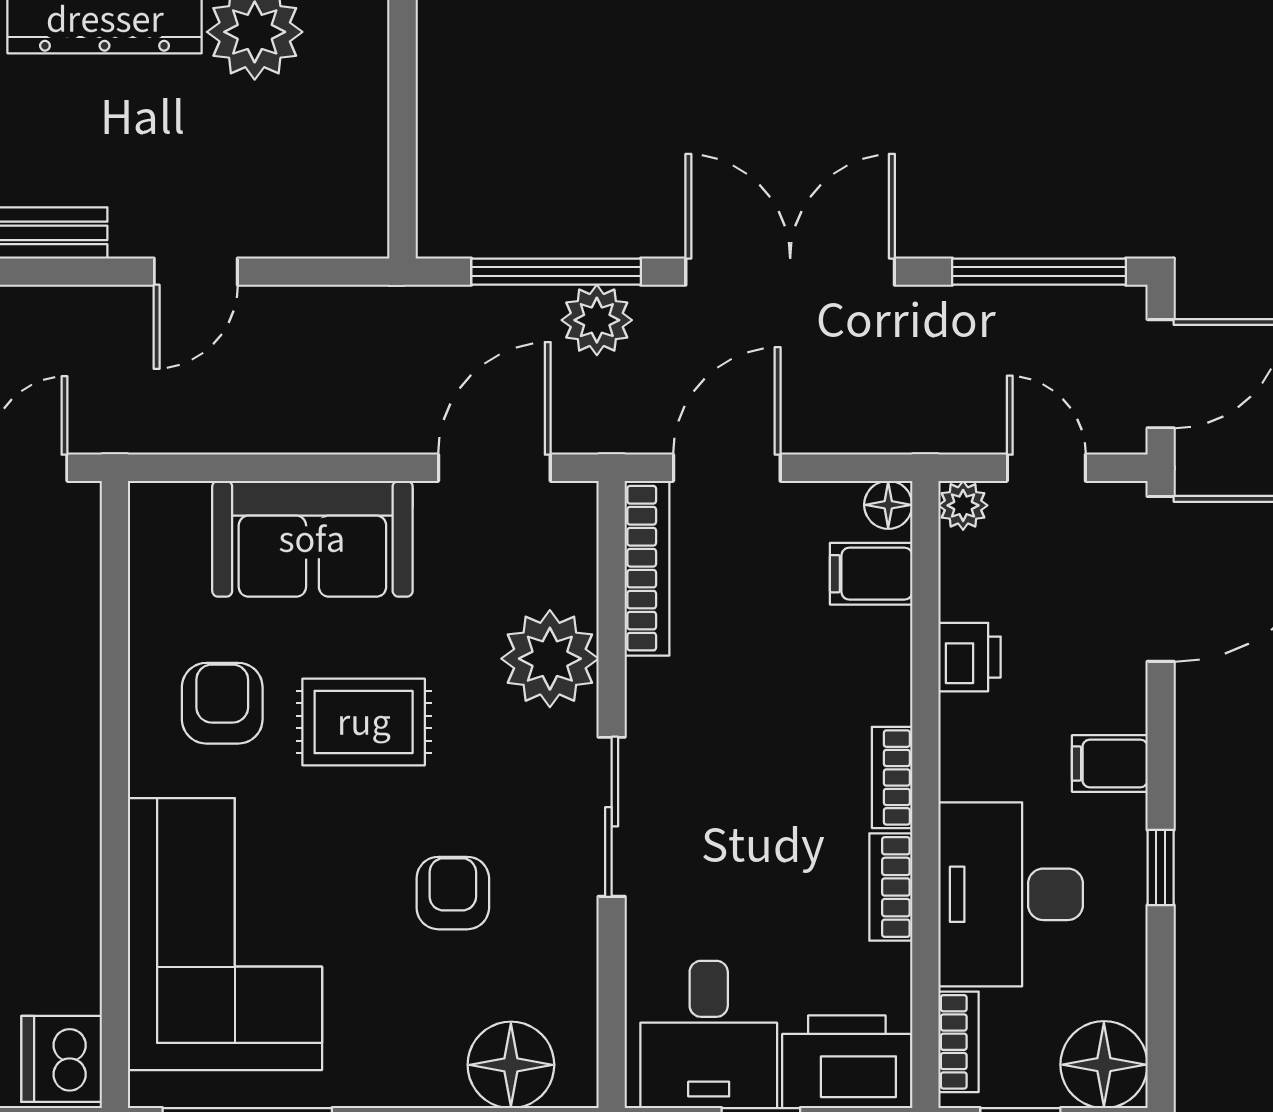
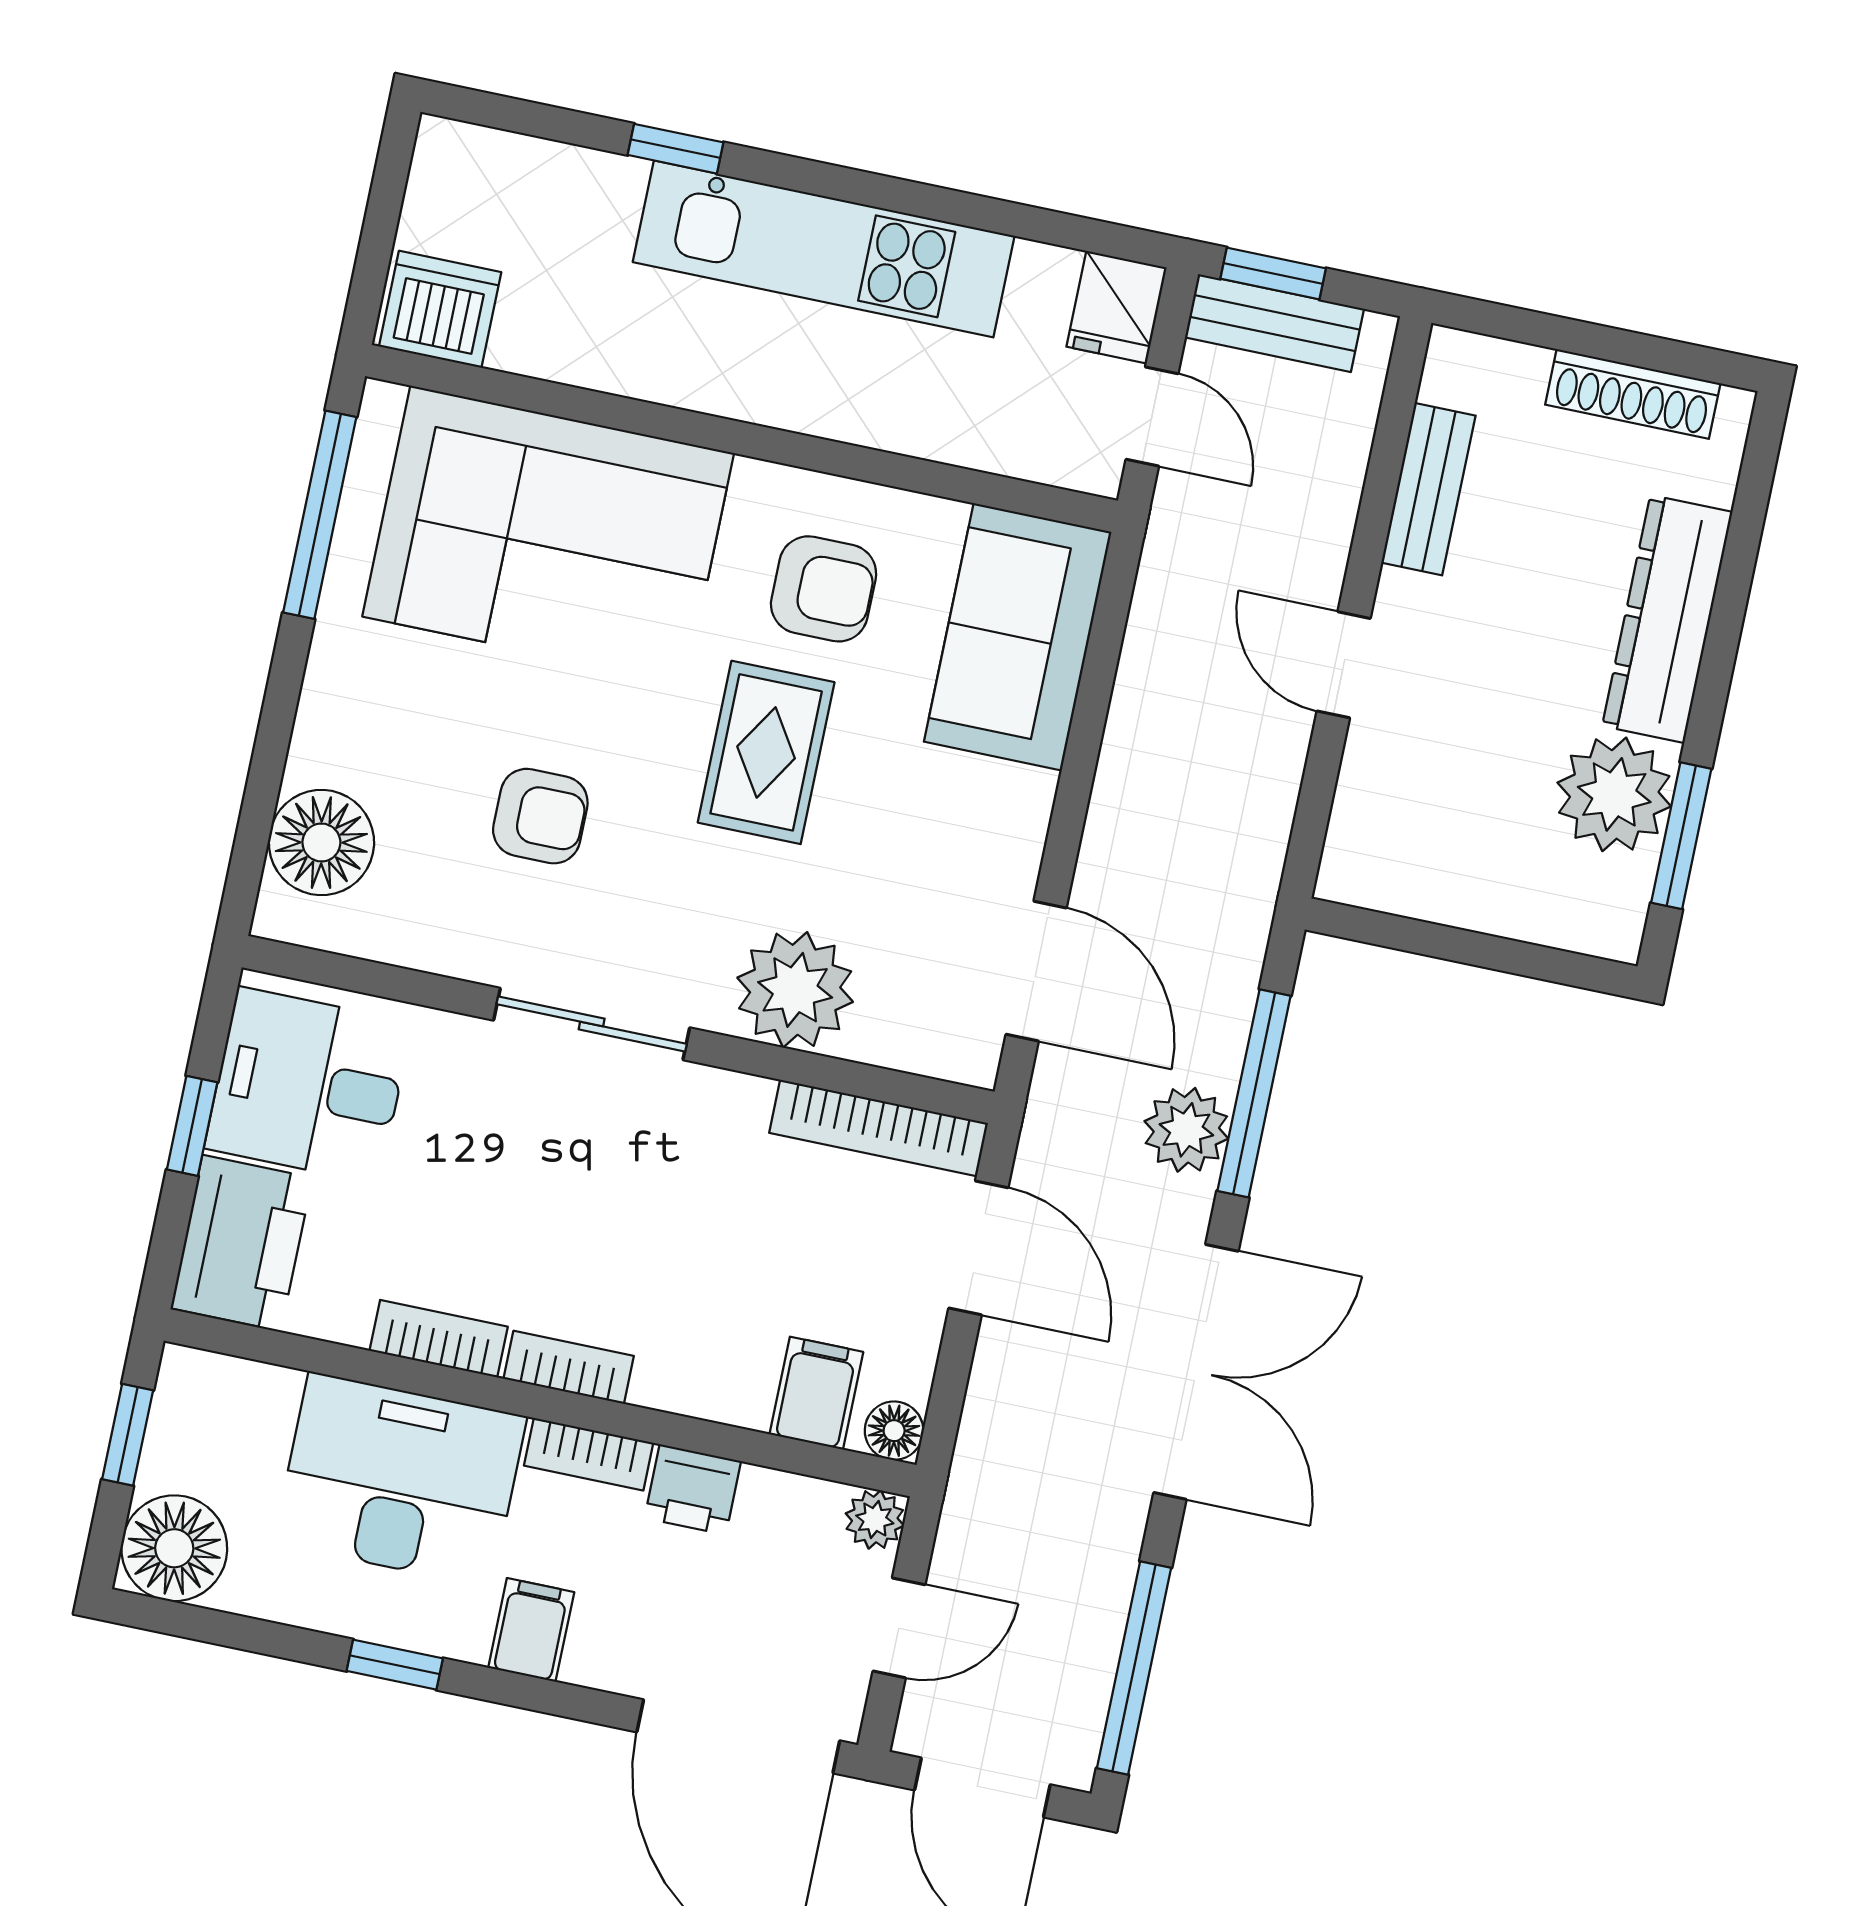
sofa: (312, 539) -> (1018, 637), moved
bookcase: (959, 1042) -> (589, 1454), moved

